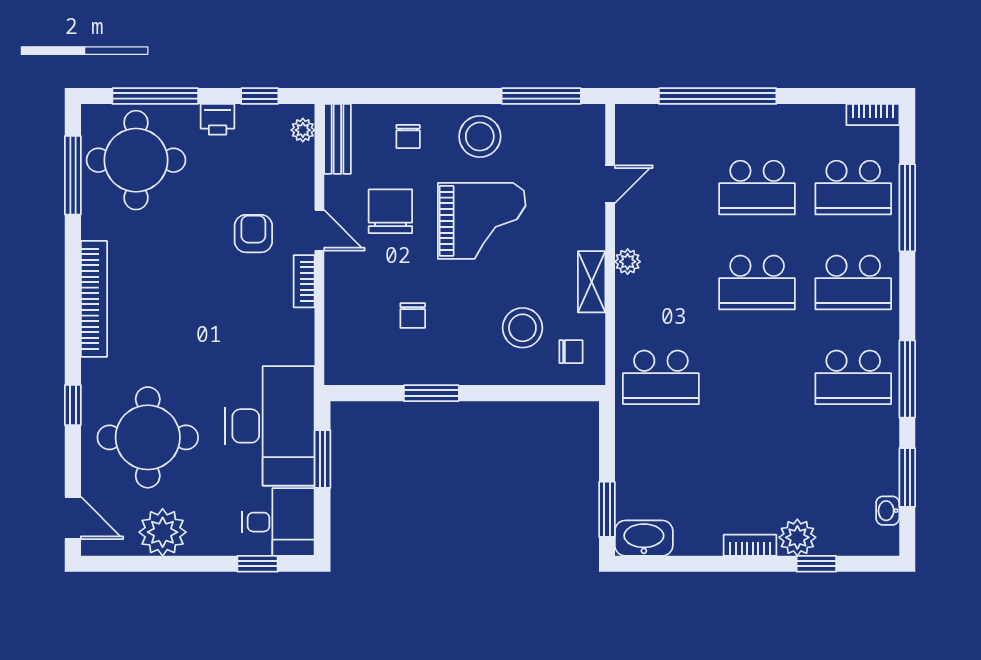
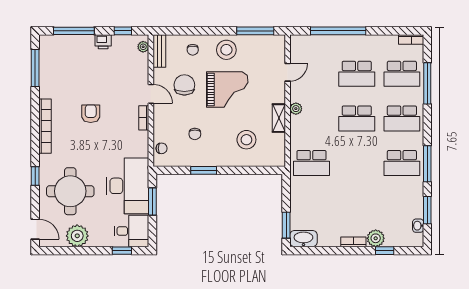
round table: (136, 160) -> (65, 61), removed
armchair: (253, 234) -> (91, 114), moved
chair: (571, 352) -> (162, 148), moved

